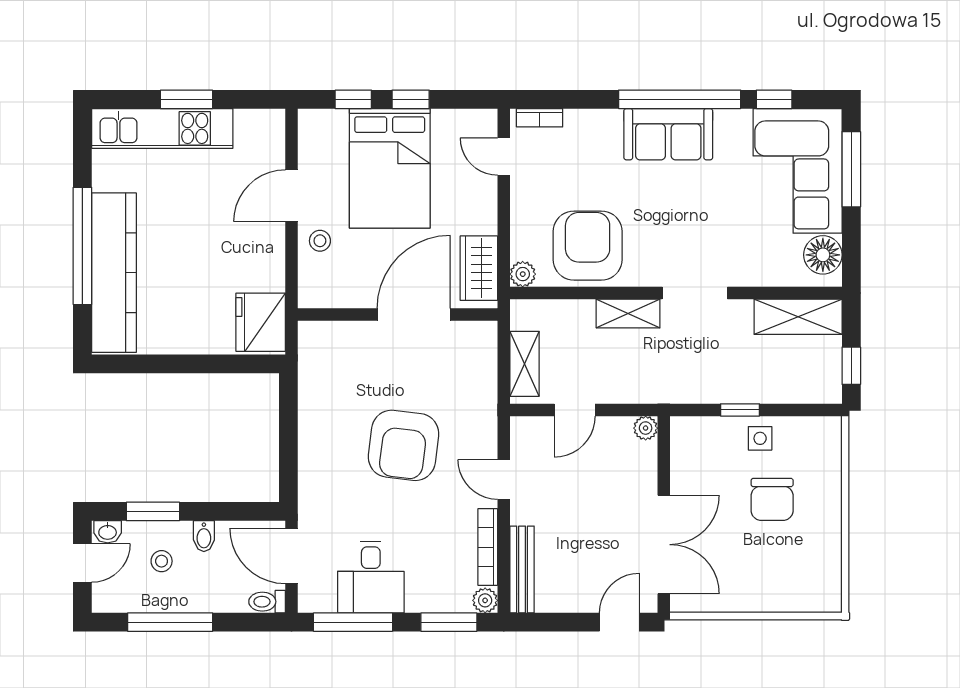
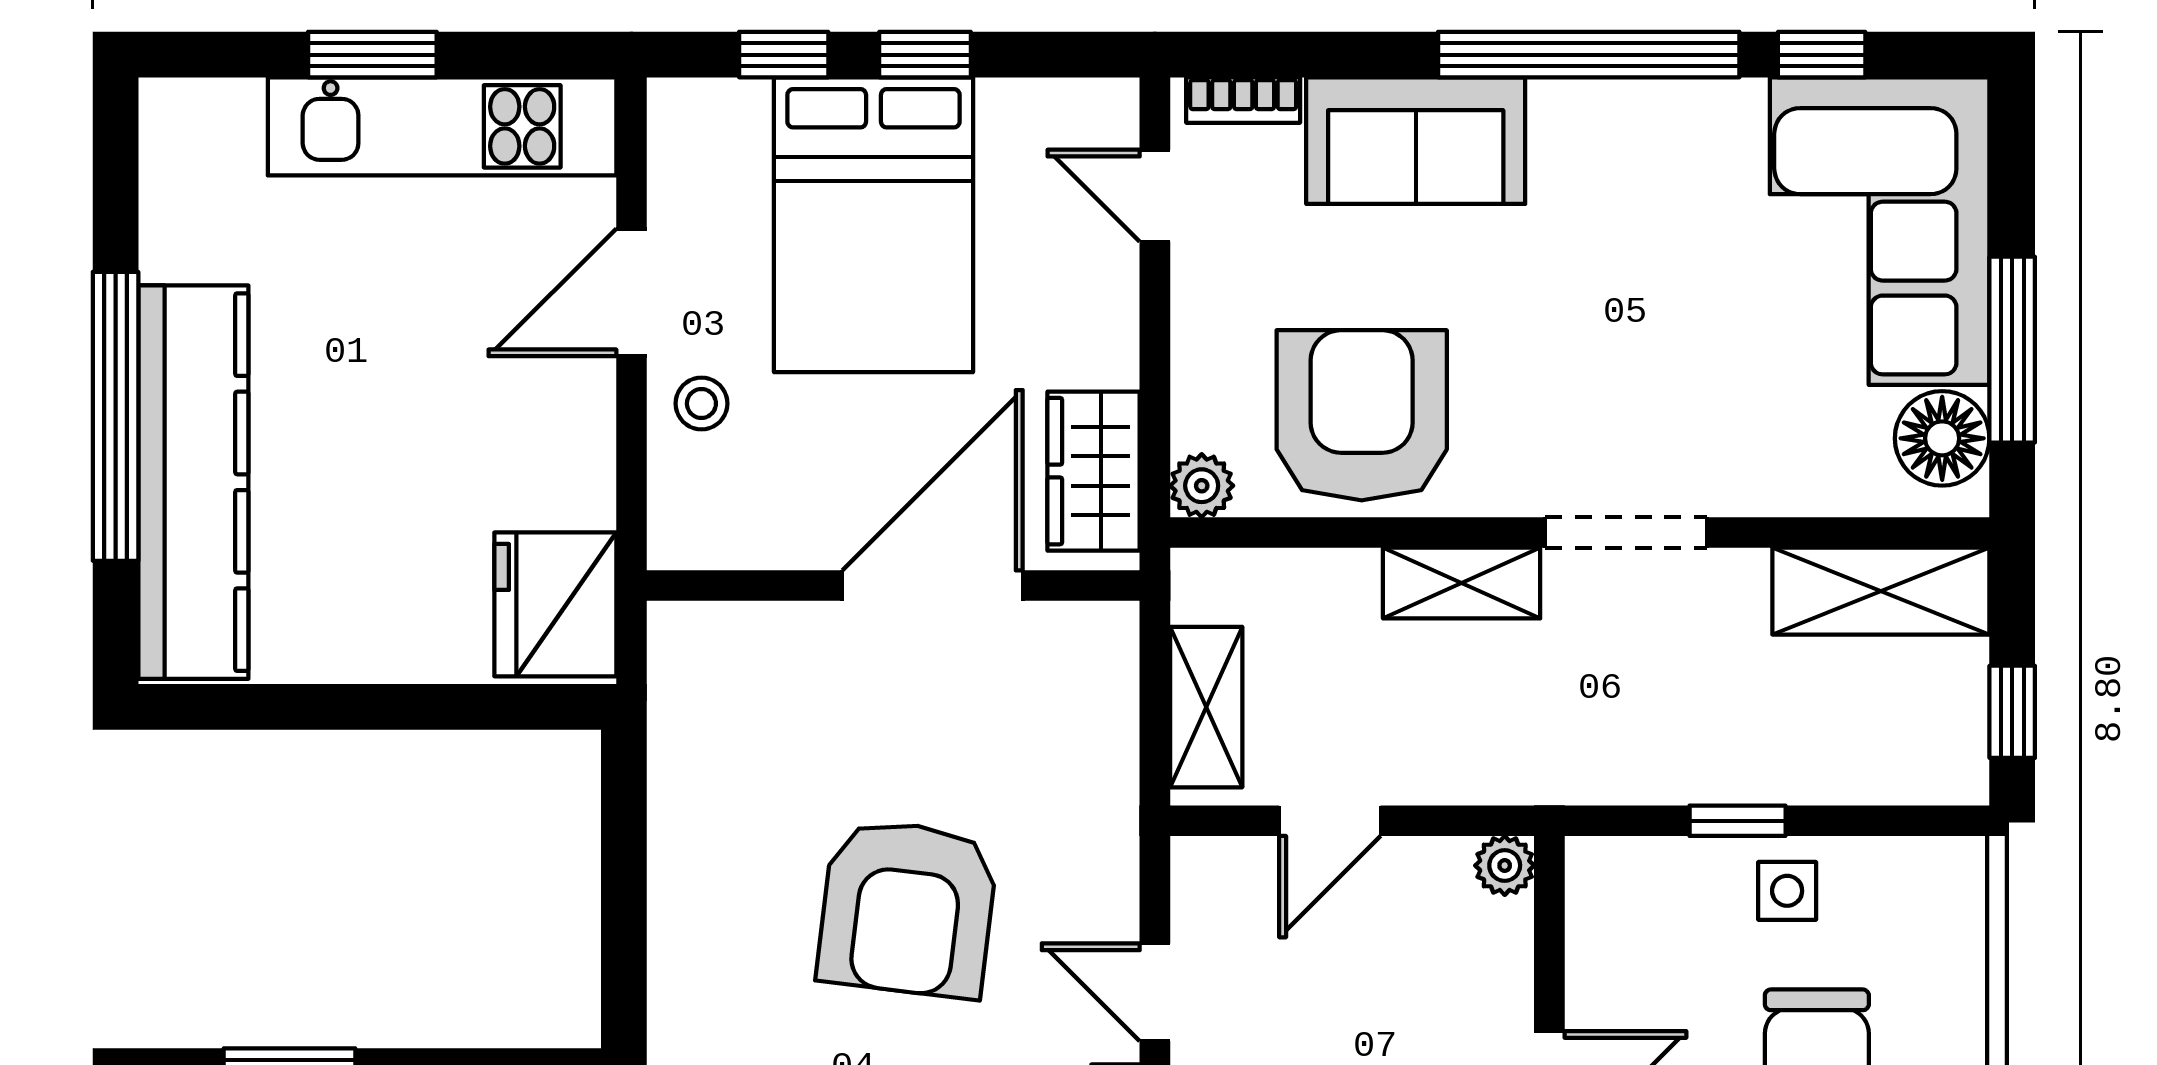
kitchen unit: (162, 128) -> (442, 126), moved
sofa: (668, 134) -> (1416, 141), moved
window: (851, 169) -> (2012, 350), moved

